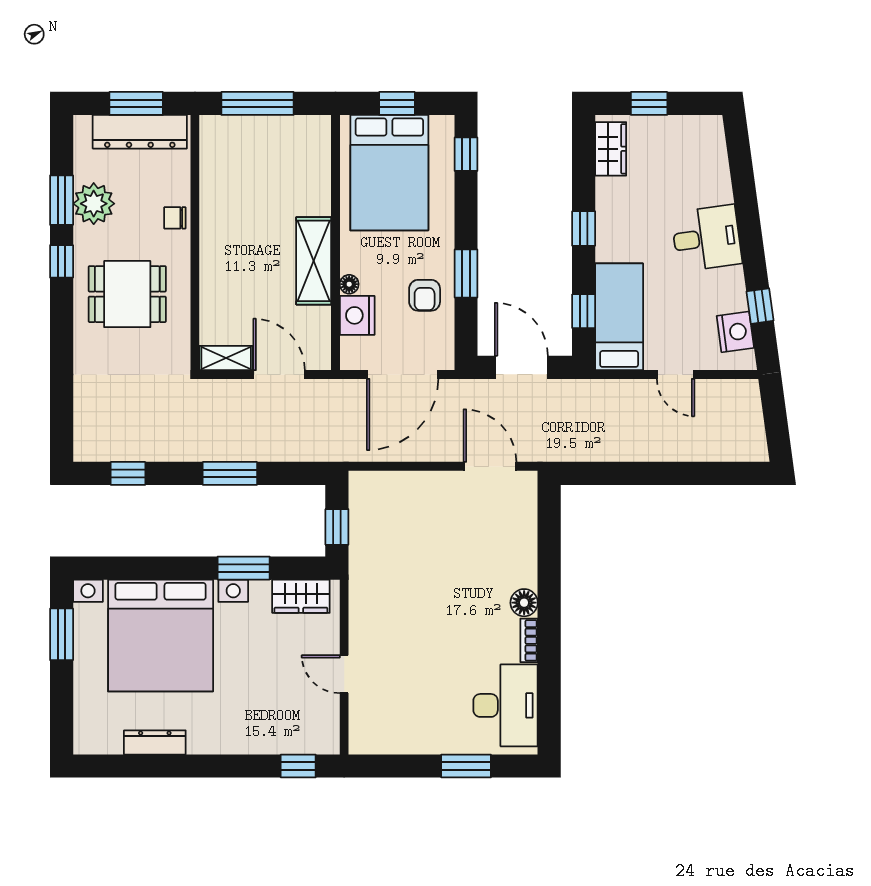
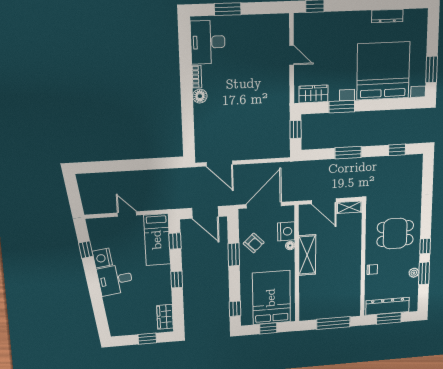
plant: (94, 204) -> (414, 273), width x0.53, depth x0.53
armchair: (425, 295) -> (254, 243), turned 136
nightstand: (735, 332) -> (102, 258), moved

